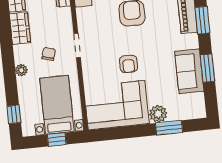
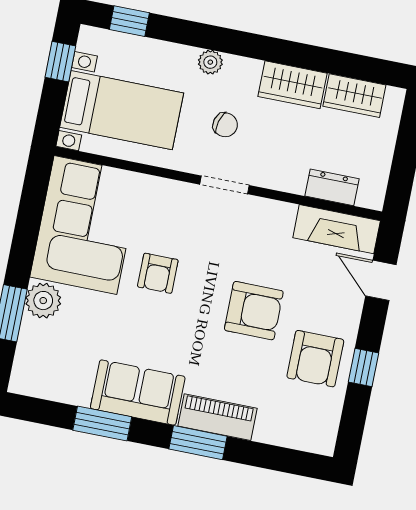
armchair: (129, 64) -> (158, 273), turned -90
sofa: (189, 71) -> (138, 392), moved
window: (57, 139) -> (60, 62), moved

